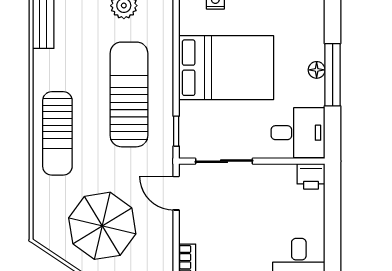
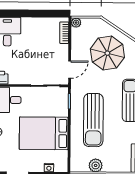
door: (176, 193) -> (70, 70), hinge flipped

